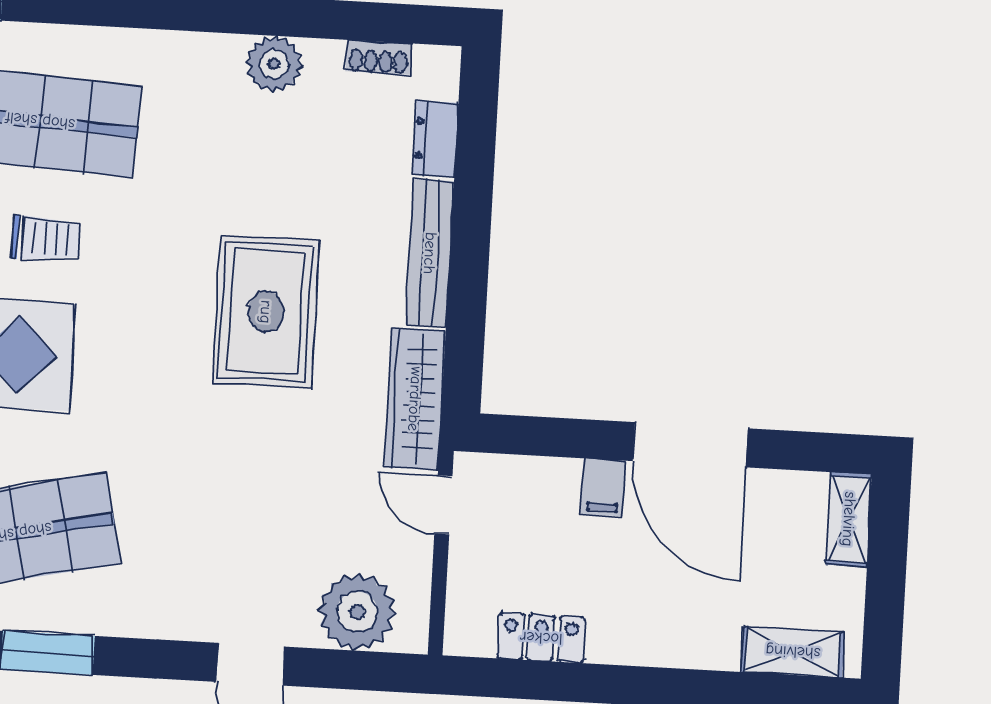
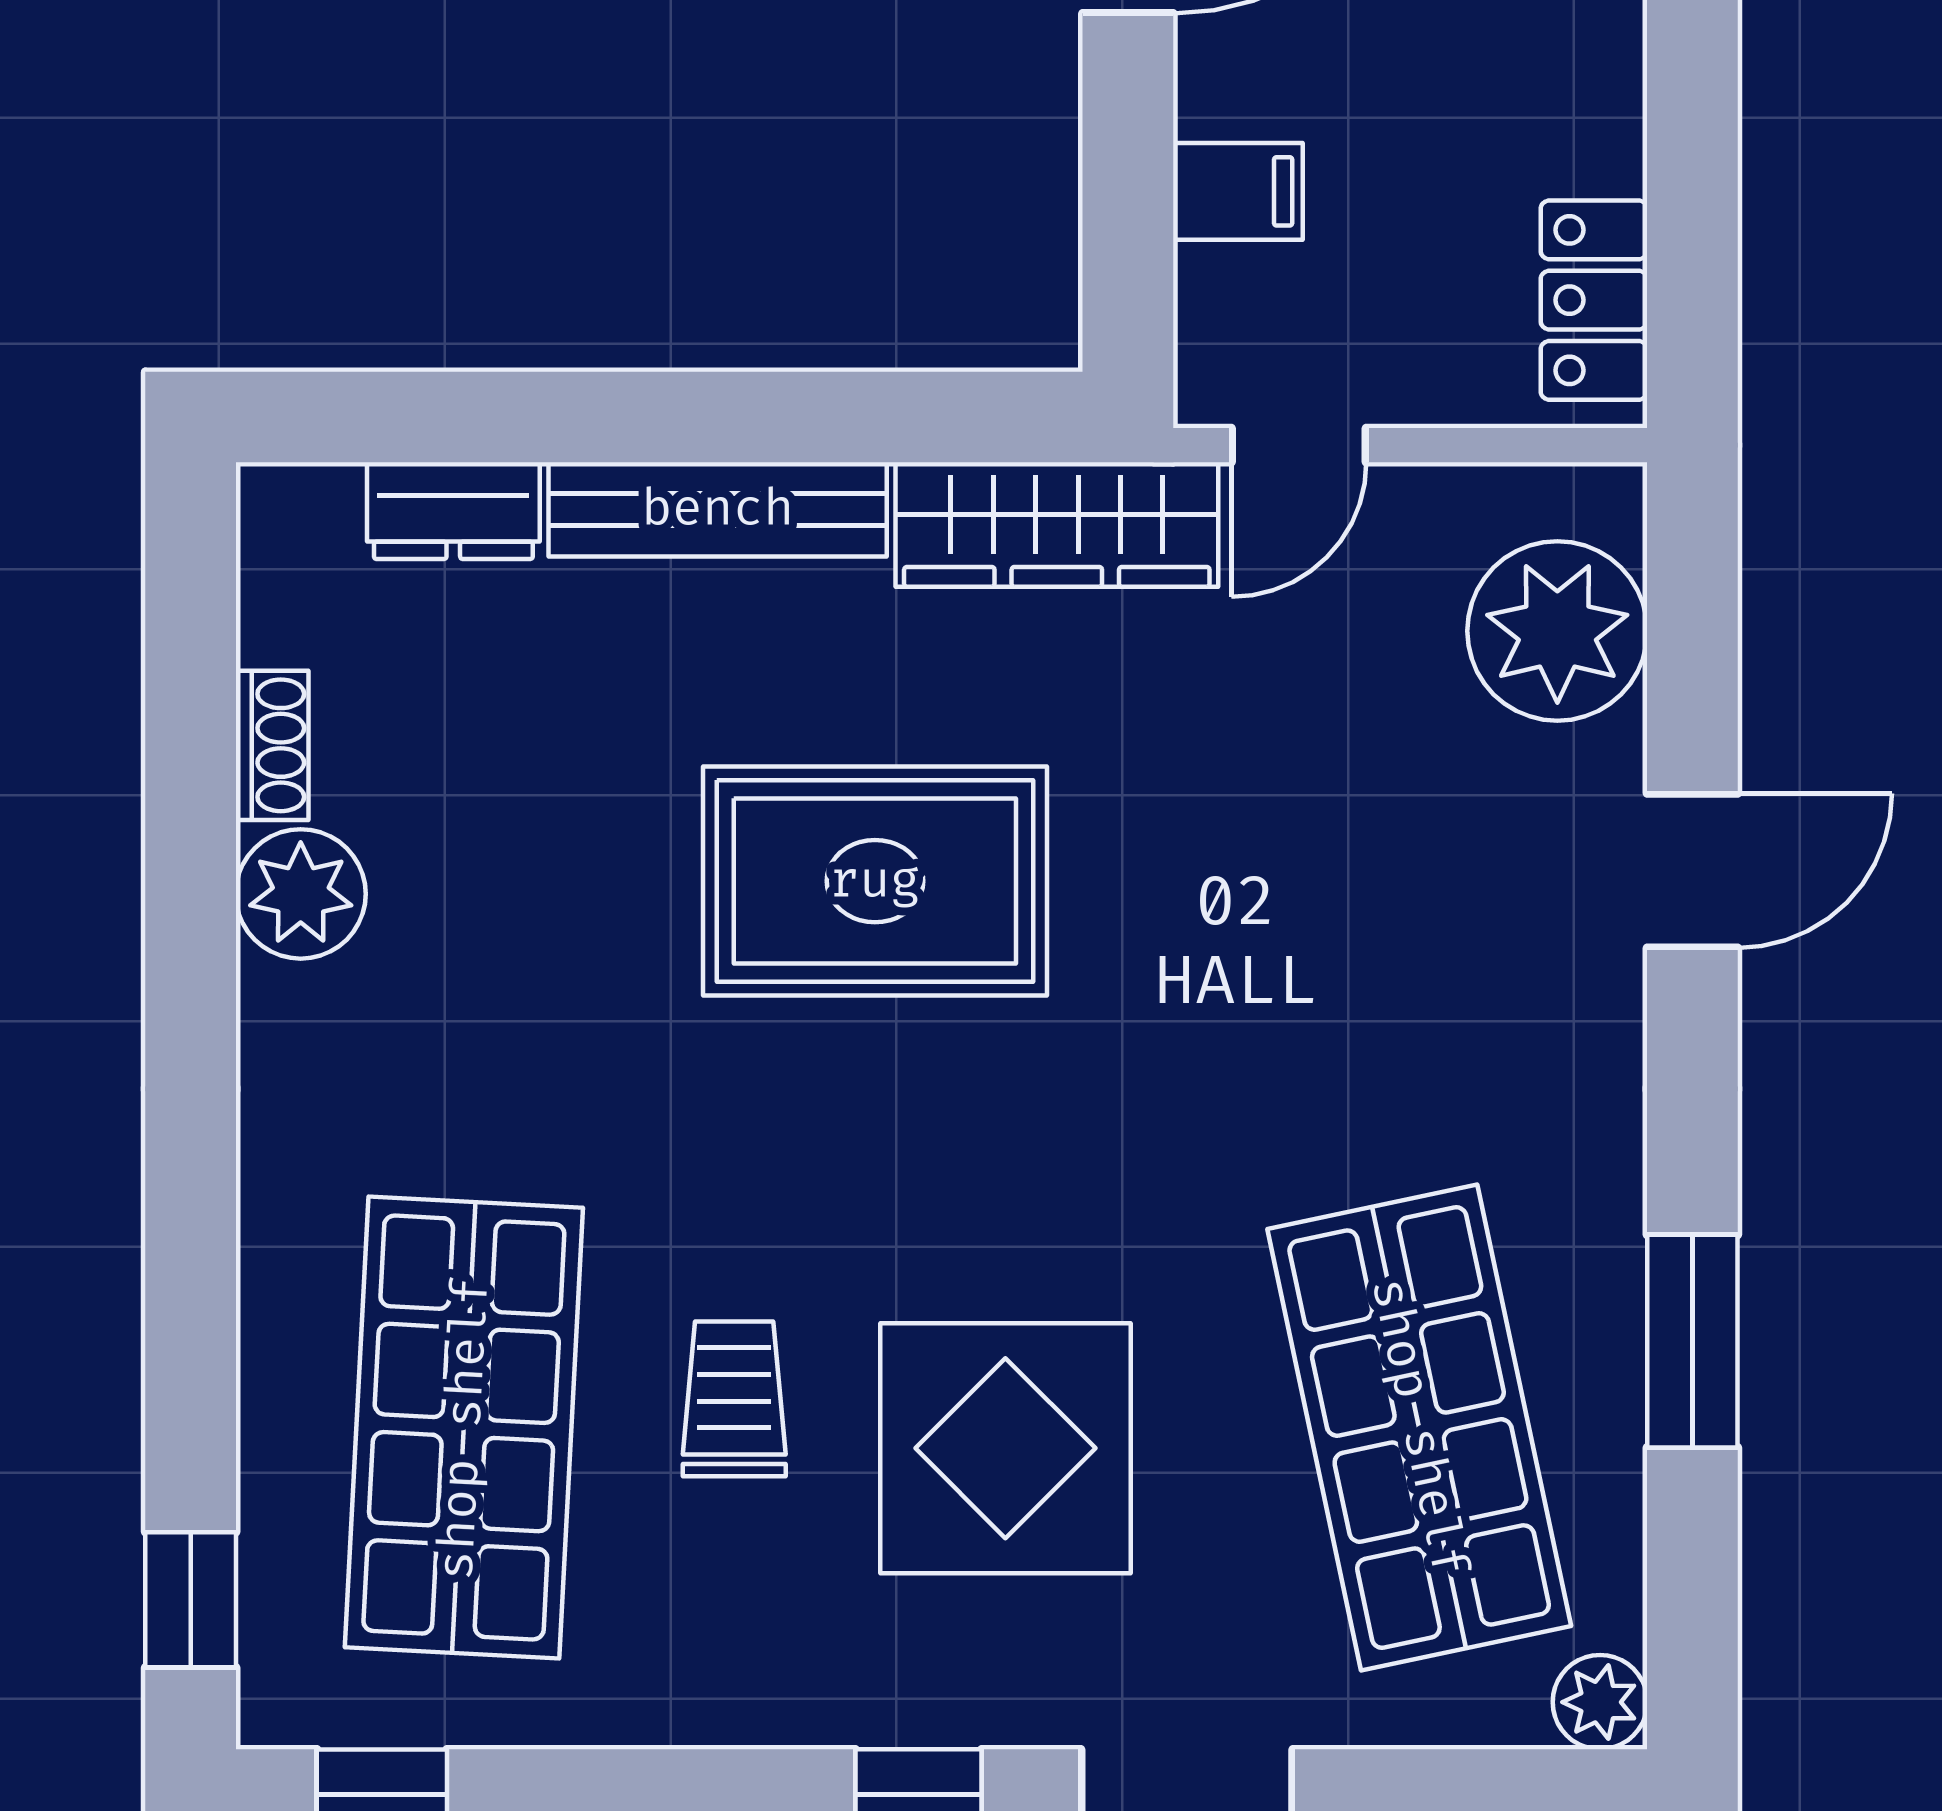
shoe rack: (379, 57) -> (272, 745), moved
filing cabinet: (603, 487) -> (1238, 191), moved
locker: (541, 638) -> (1594, 300), moved

